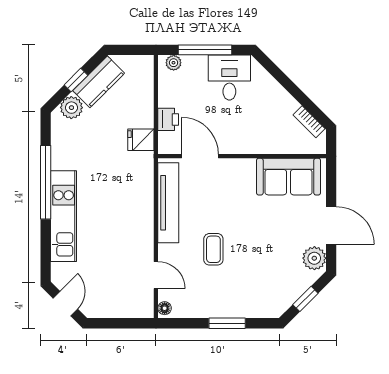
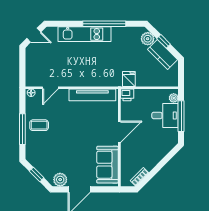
desk: (229, 78) -> (165, 115), moved
printer: (168, 119) -> (127, 95), moved
door: (200, 156) -> (119, 132), moved
coffee table: (213, 249) -> (39, 125), moved
window: (227, 323) -> (22, 129), width x1.44

